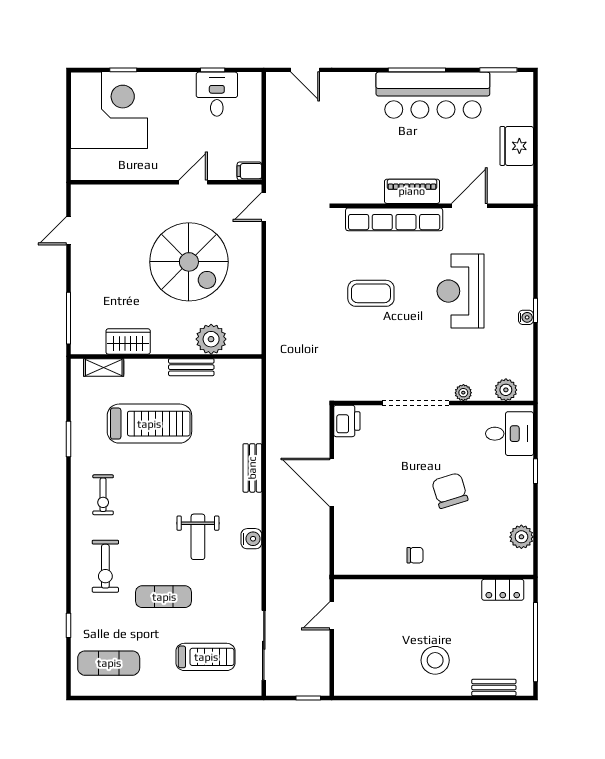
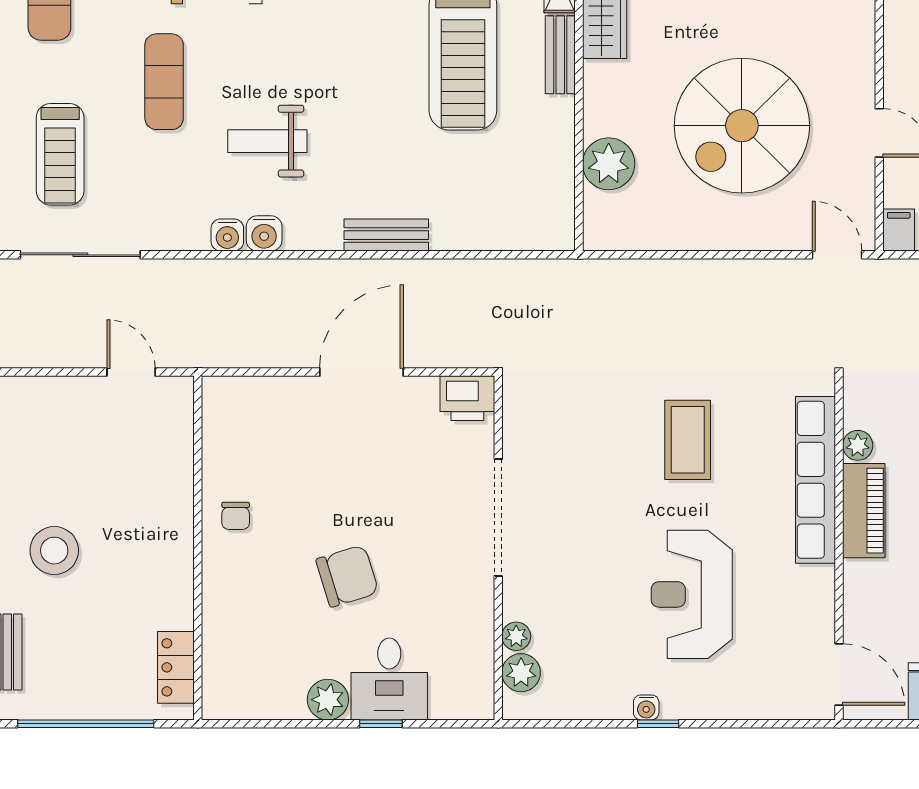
plant: (374, 195) -> (858, 445), added
door: (469, 206) -> (839, 675), moved
reception desk: (461, 291) -> (692, 594), turned -90
bench: (191, 367) -> (560, 55), moved
plant: (463, 393) -> (516, 636), moved
desk: (510, 434) -> (389, 679), moved
plant: (521, 537) -> (328, 700), moved
water cooler: (252, 560) -> (227, 235), added

